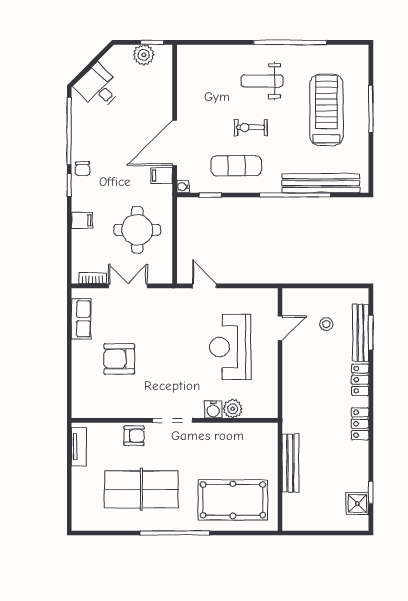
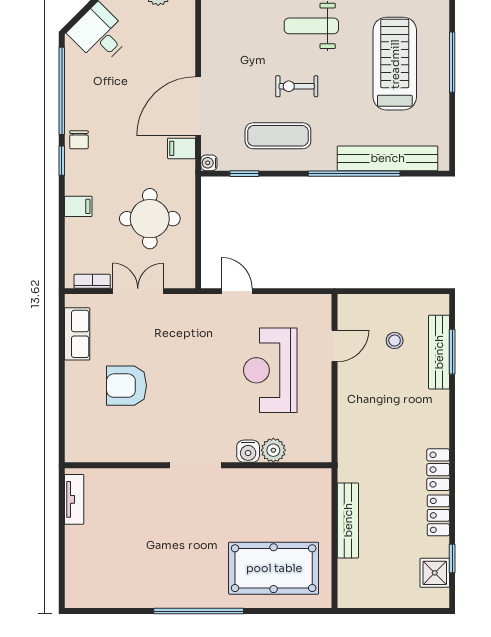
locker: (360, 380) -> (438, 515), moved
armchair: (134, 436) -> (146, 485), removed
table tennis table: (141, 489) -> (155, 555), removed

